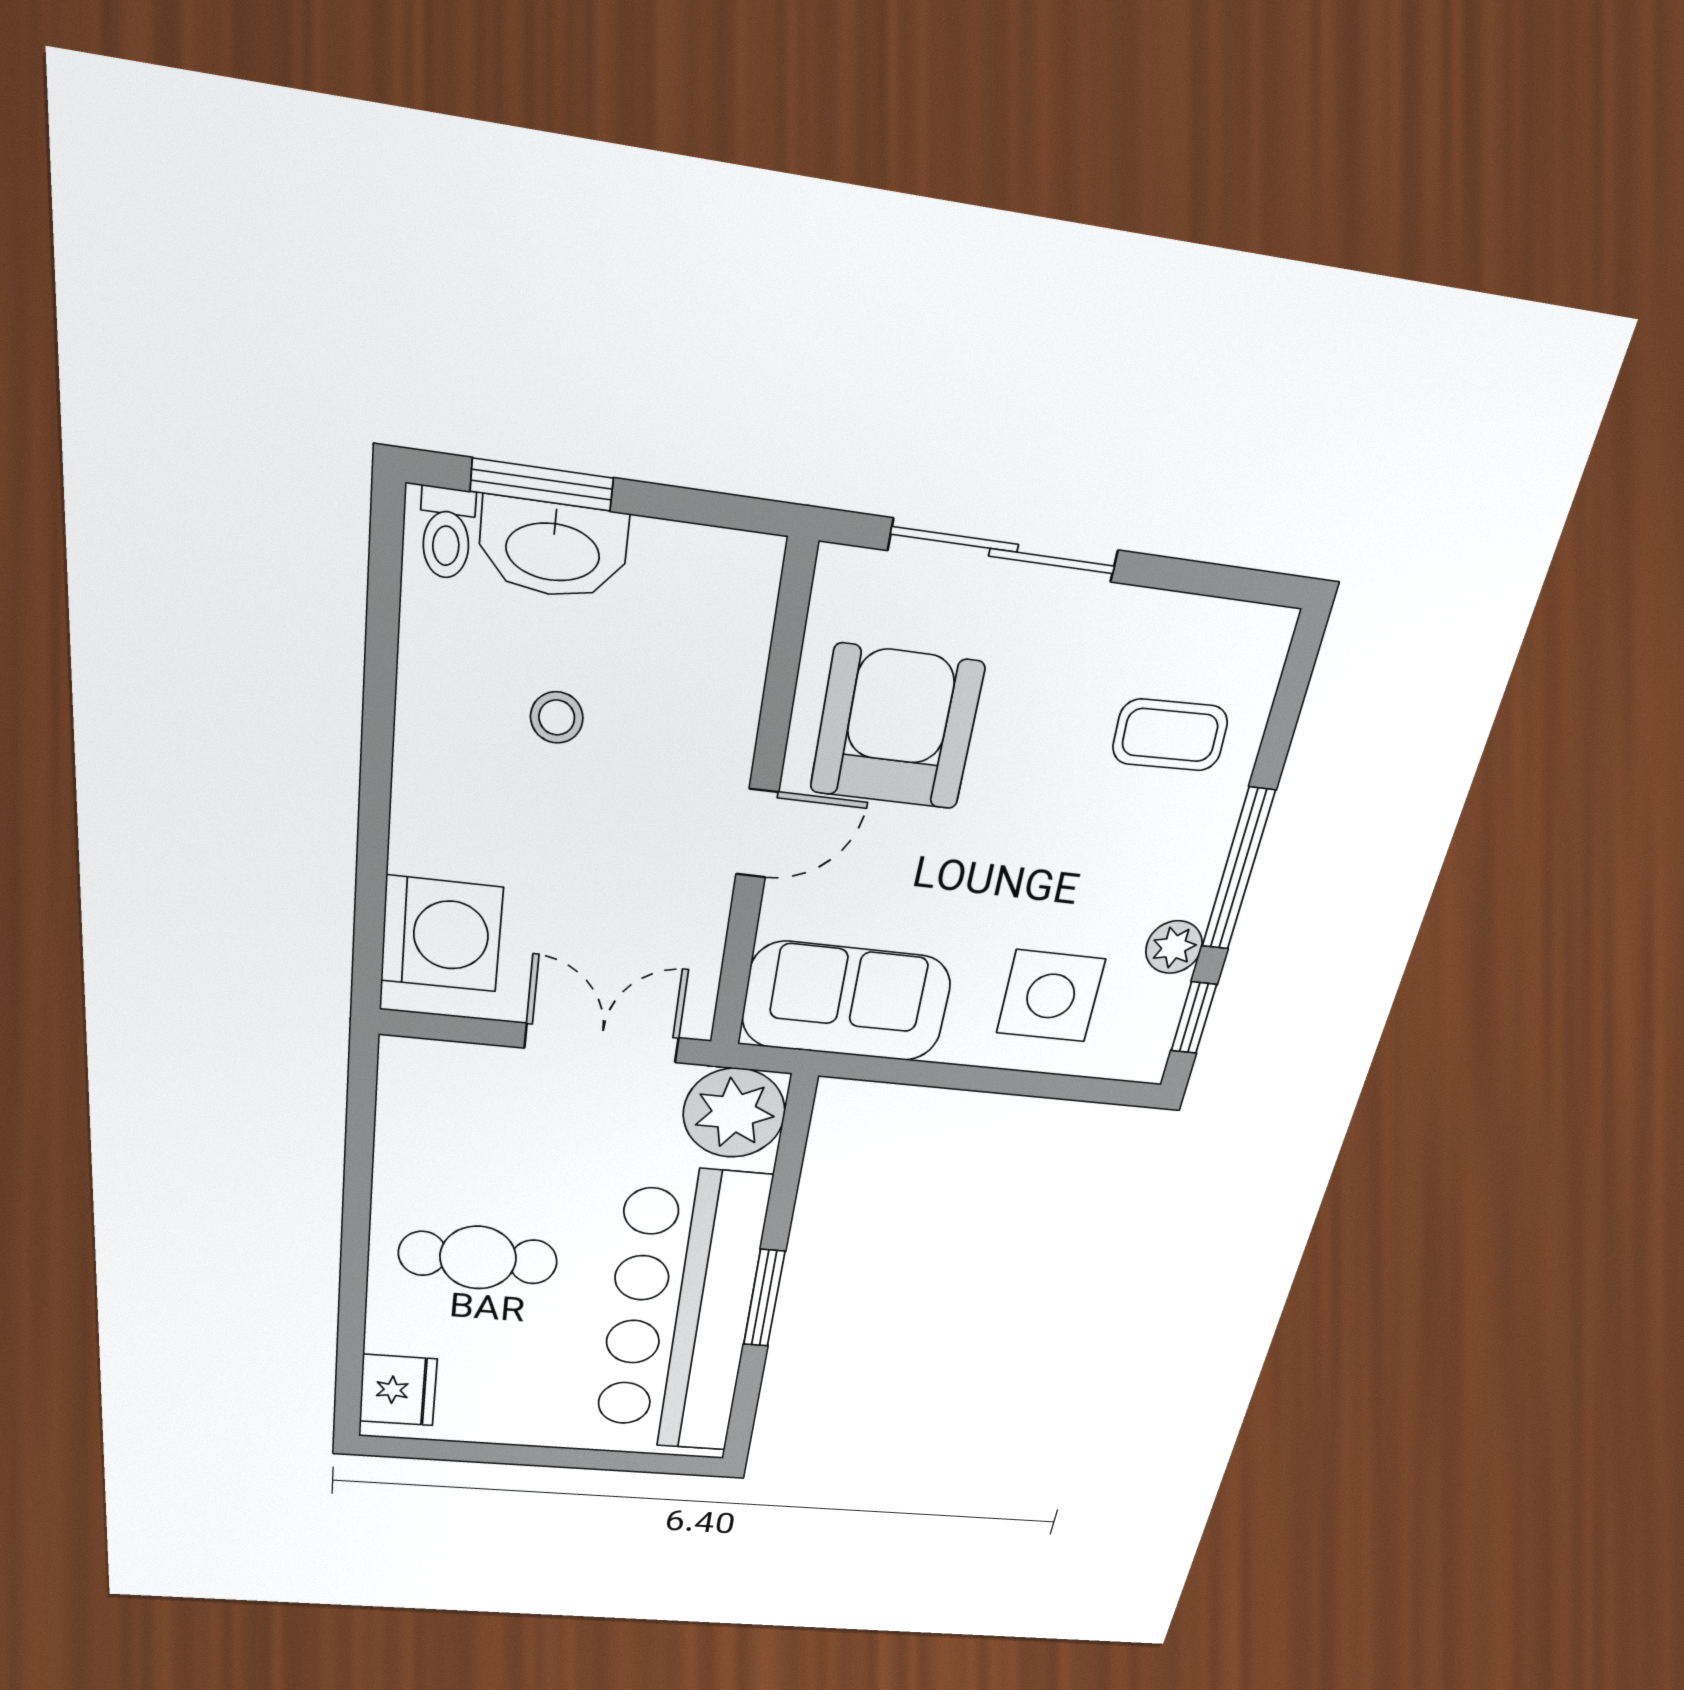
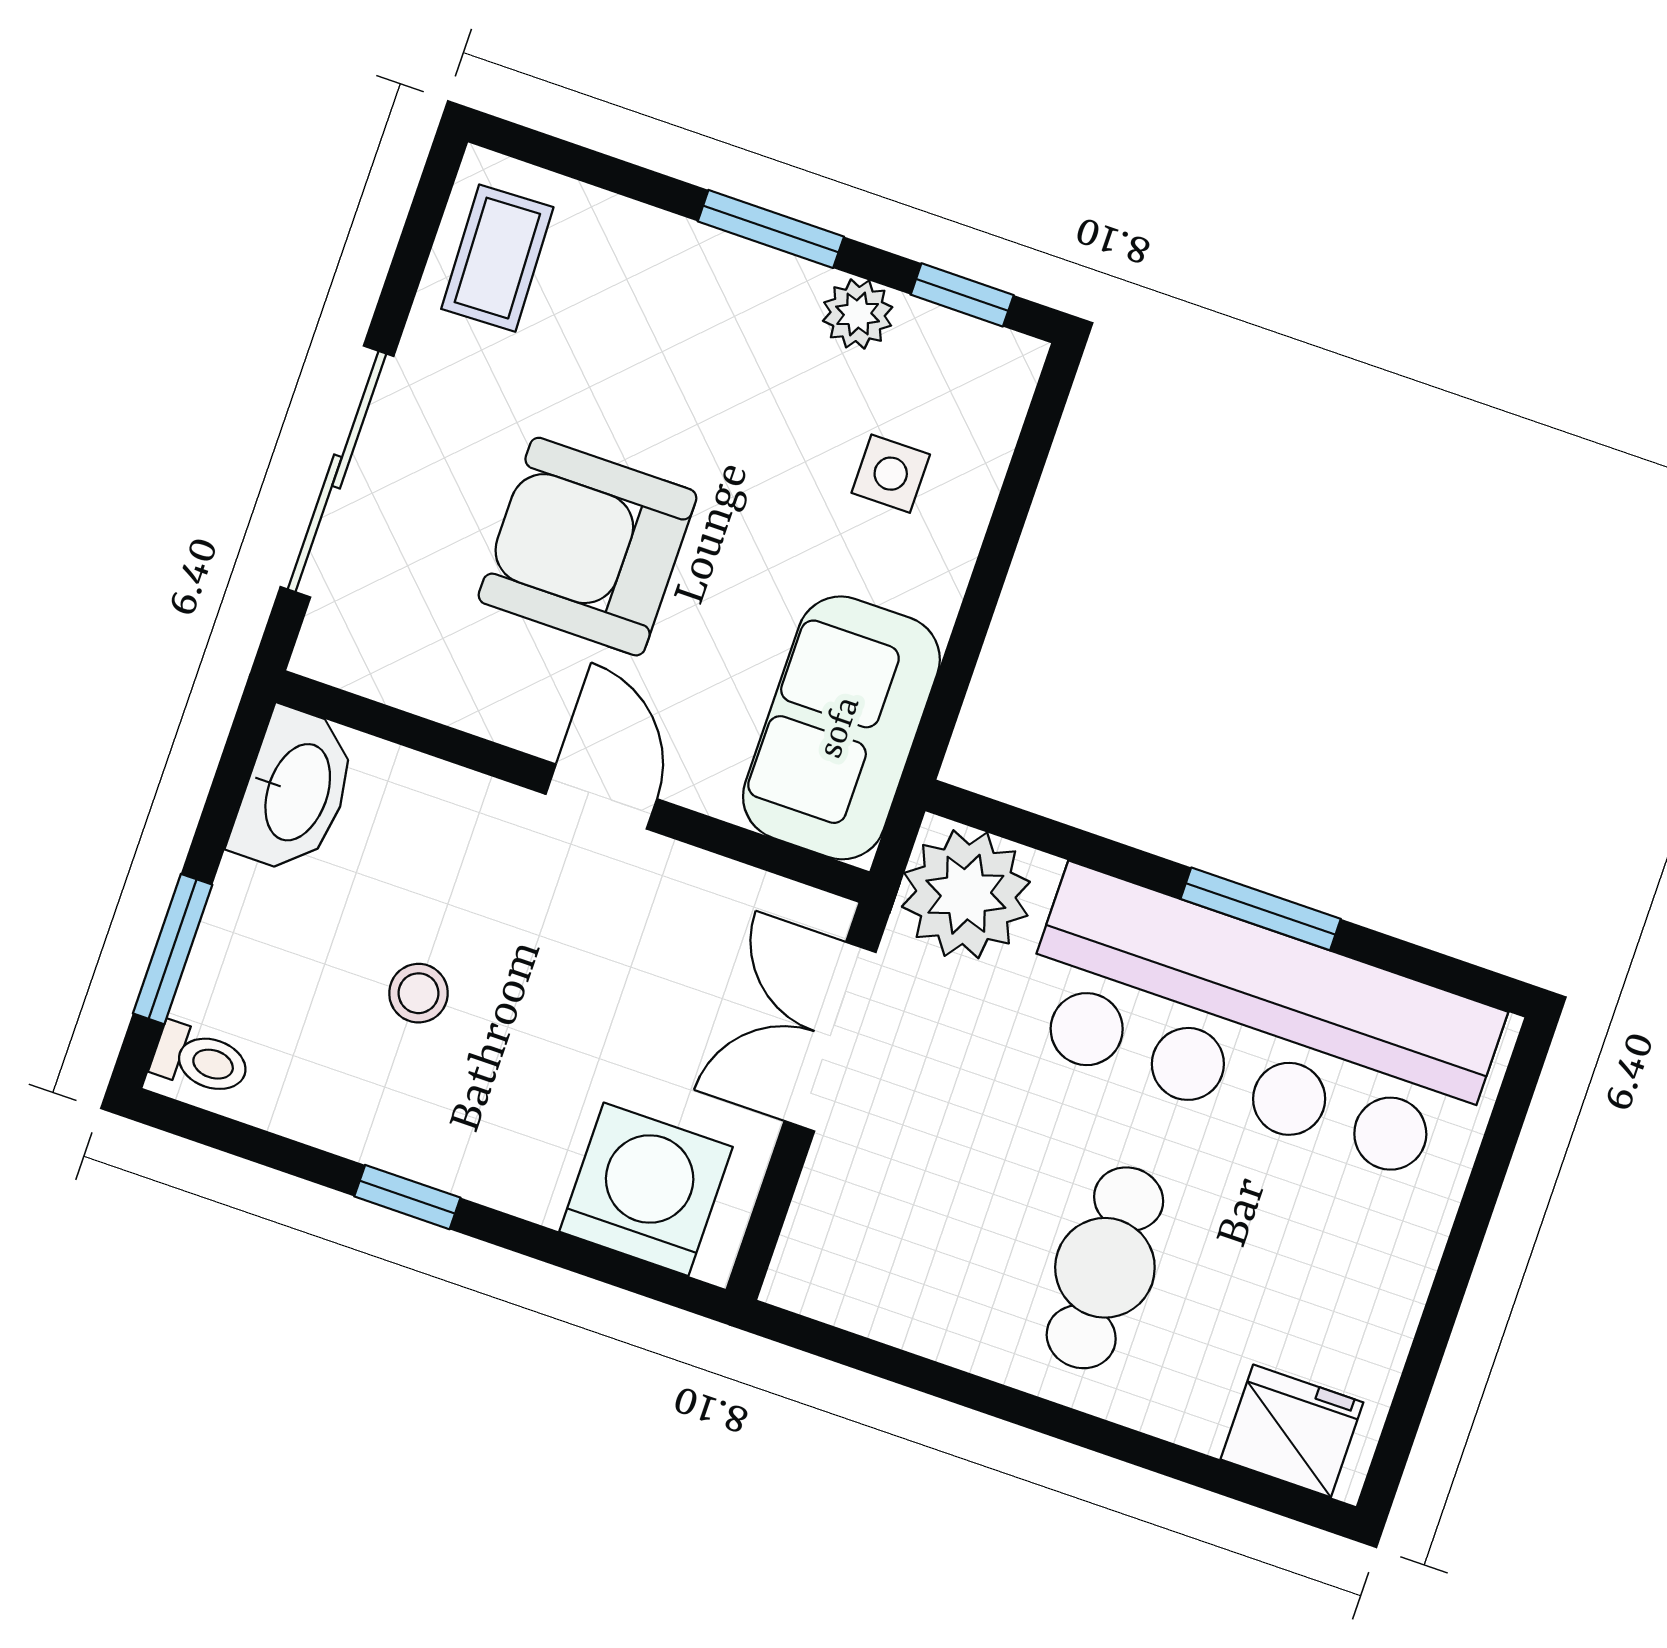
washbasin: (553, 549) -> (295, 791), moved
armchair: (897, 728) -> (587, 547), moved
coffee table: (1170, 735) -> (497, 258), moved
window: (377, 744) -> (407, 1197), added
window: (1238, 869) -> (771, 229), width x0.69
side table: (1051, 996) -> (891, 474), width x0.54, depth x0.54

